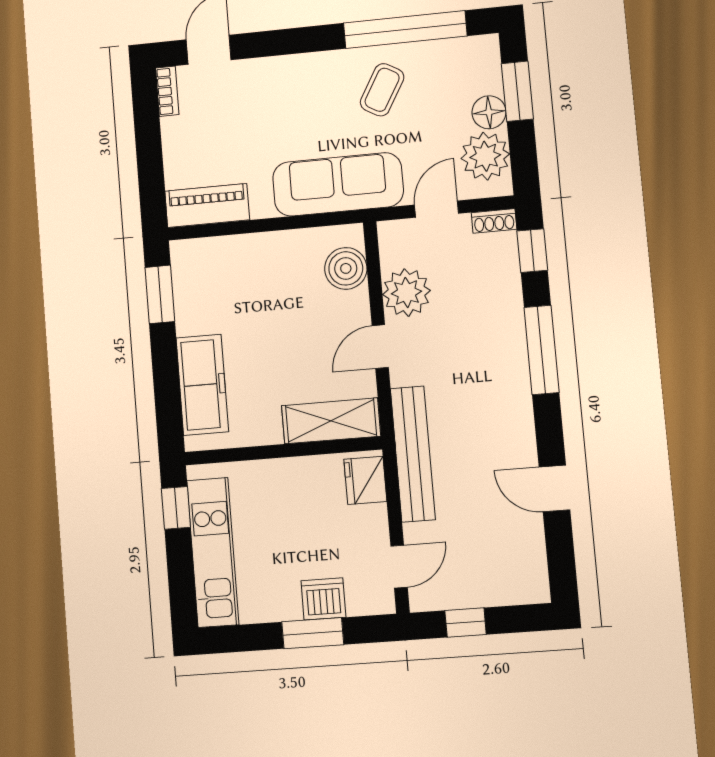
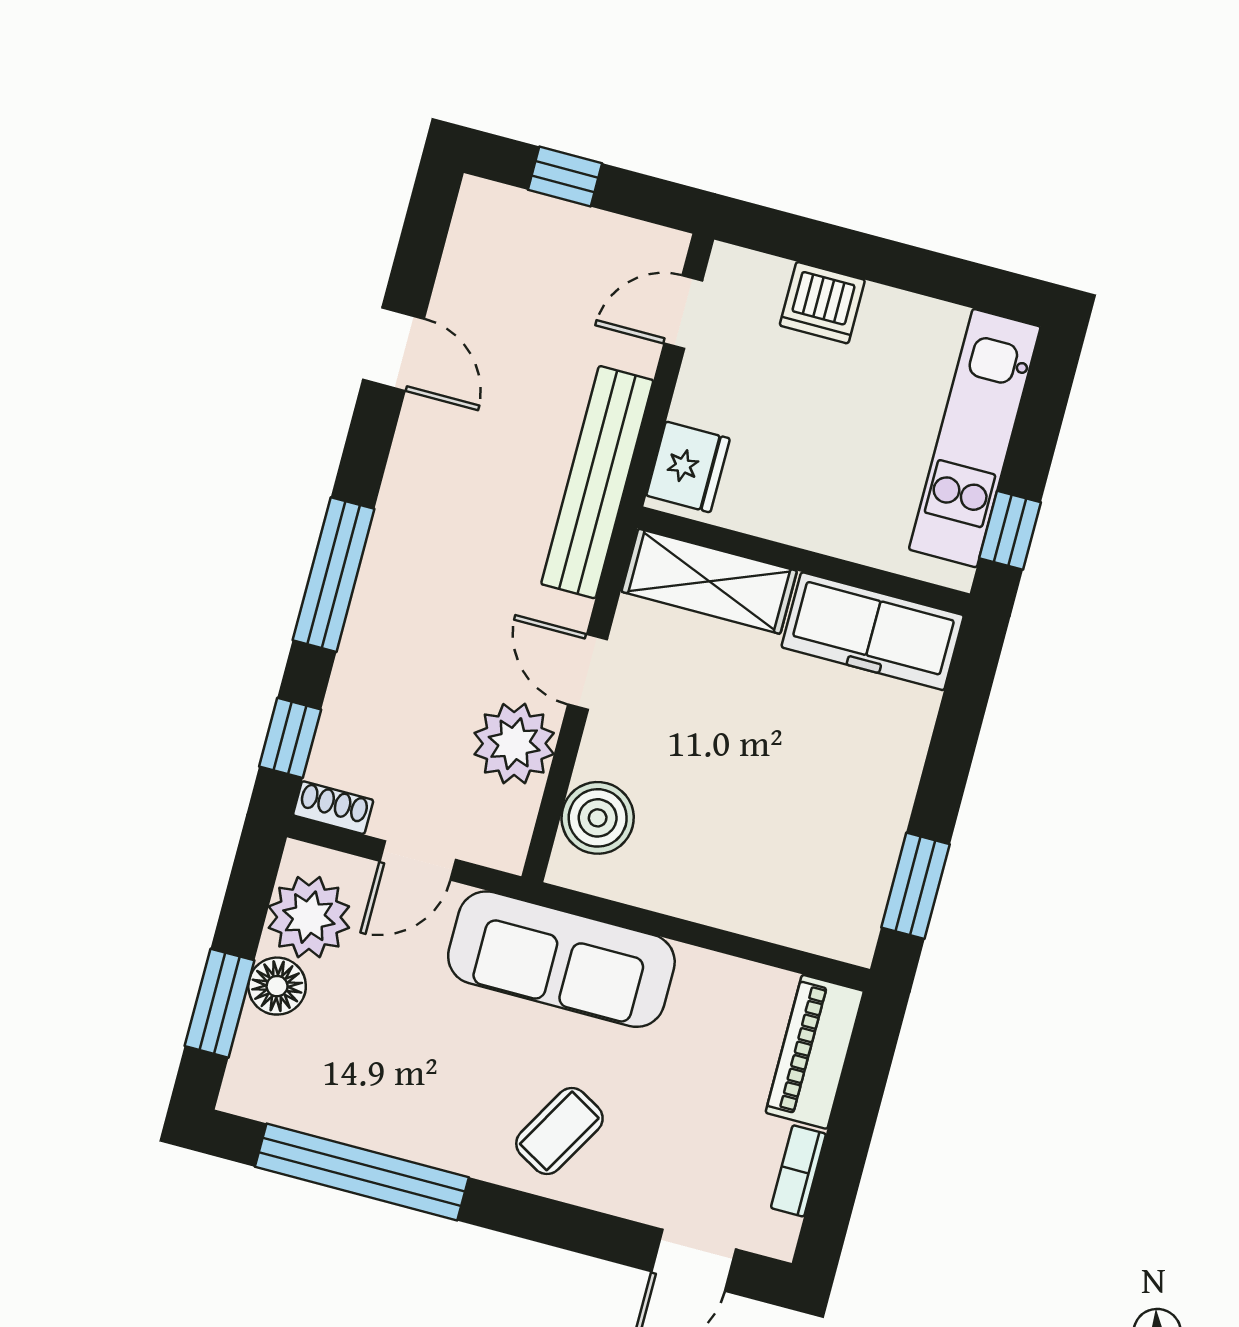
coffee table: (382, 90) -> (559, 1131), moved
bookcase: (167, 91) -> (798, 1171), moved
piano: (207, 205) -> (815, 1052), moved, turned 90
door: (380, 347) -> (587, 672), swing flipped
freezer: (202, 385) -> (873, 631), moved, turned -90
window: (466, 622) -> (565, 177), moved
window: (313, 633) -> (859, 255), removed

